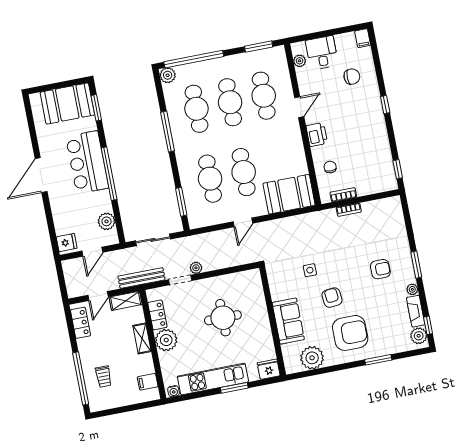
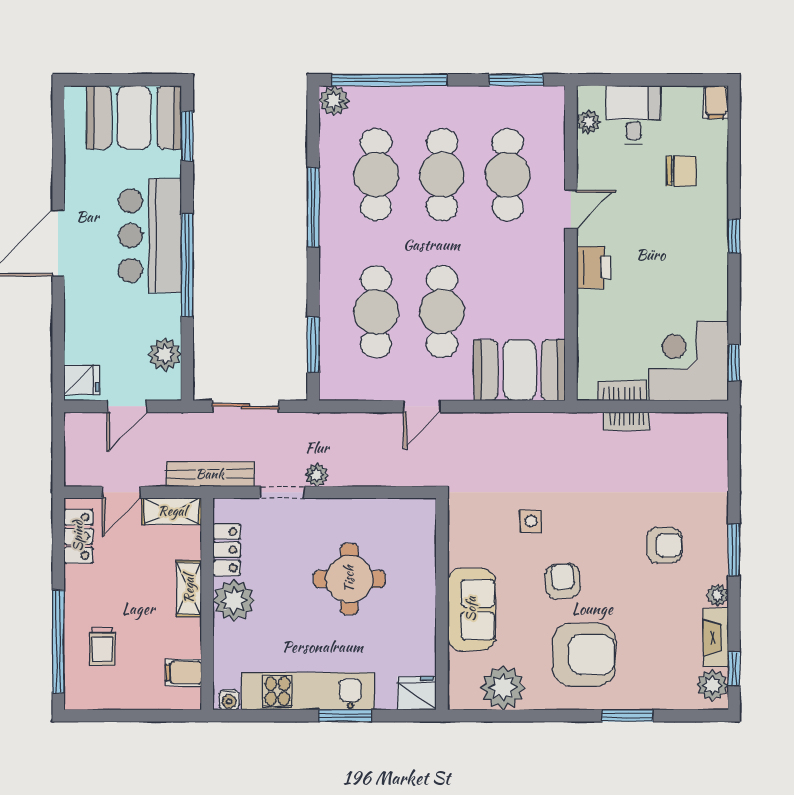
chair: (330, 167) -> (607, 334), removed
corner desk: (374, 173) -> (688, 361), added

